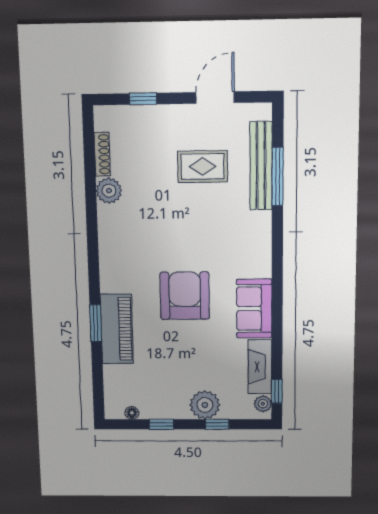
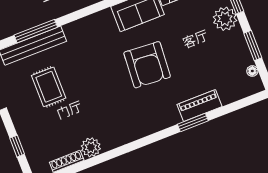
armchair: (185, 296) -> (147, 65), turned -86
piano: (117, 329) -> (200, 106), width x0.73, depth x0.75
window: (161, 424) -> (253, 46), width x1.50

